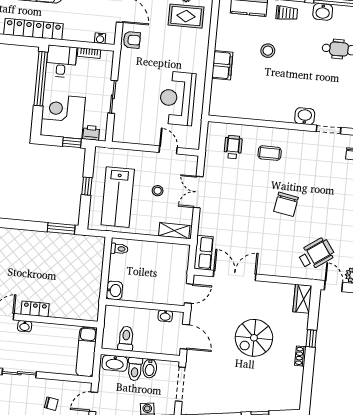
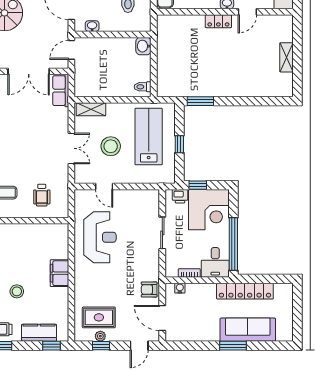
stool: (158, 191) -> (111, 146), width x1.89, depth x1.89

